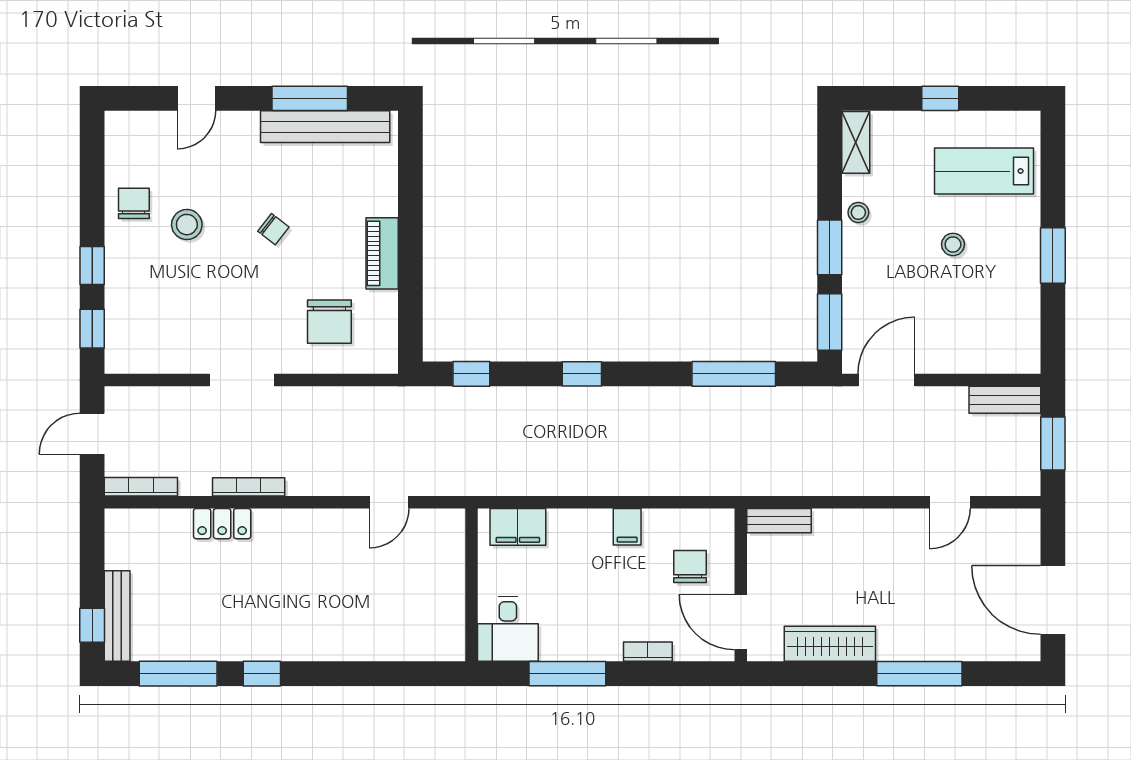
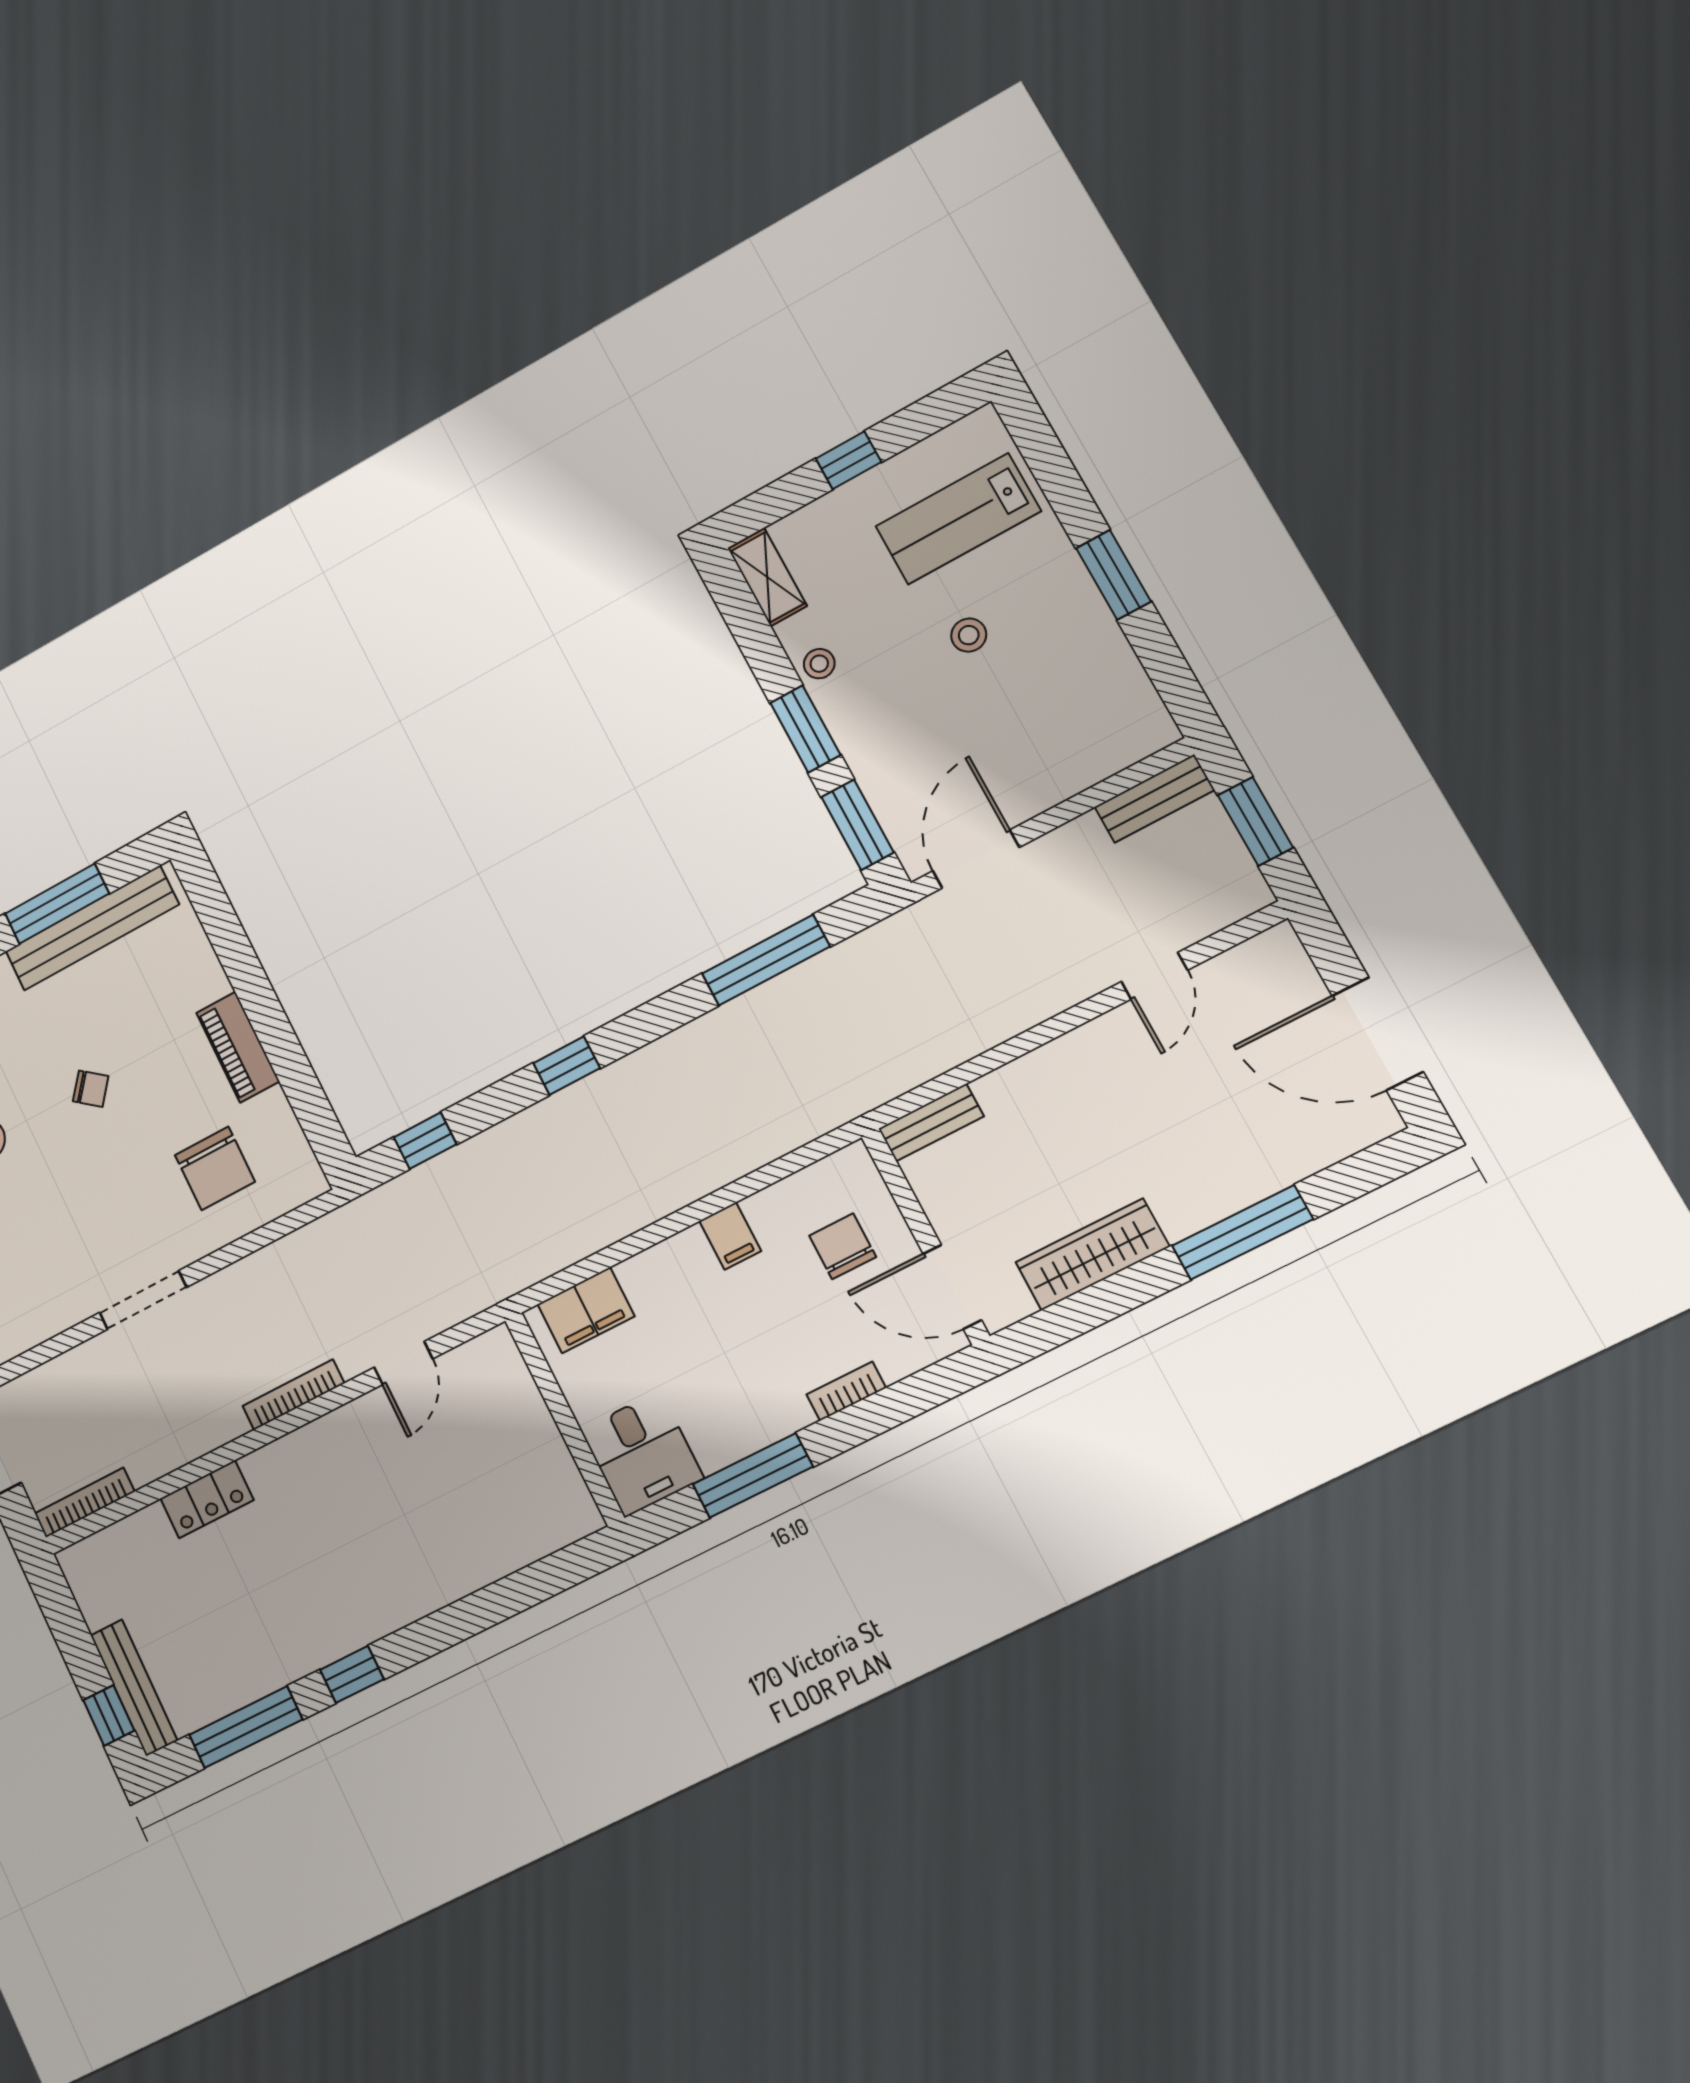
bookcase: (249, 487) -> (293, 1395), moved

